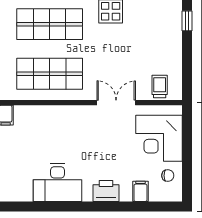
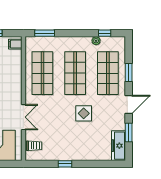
window: (187, 21) -> (65, 164), moved

